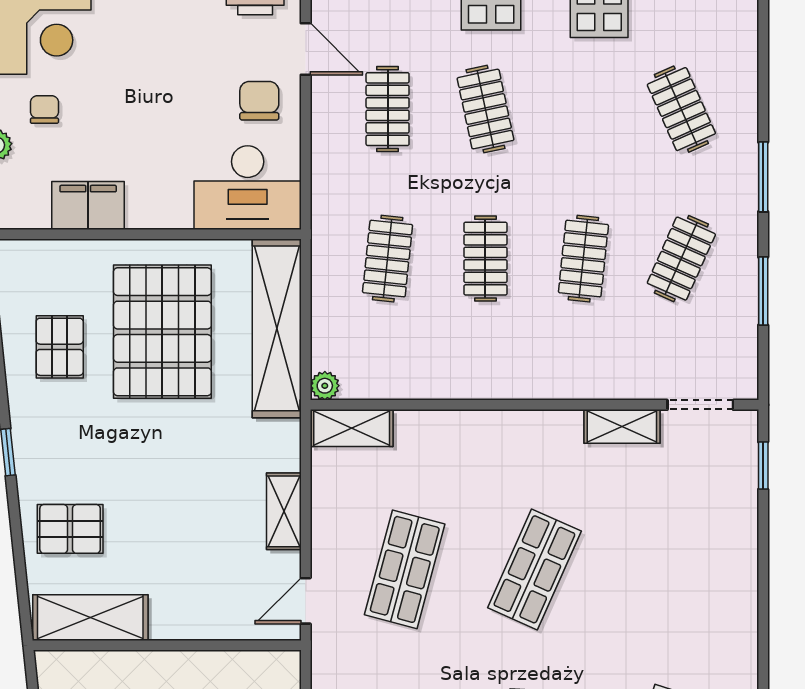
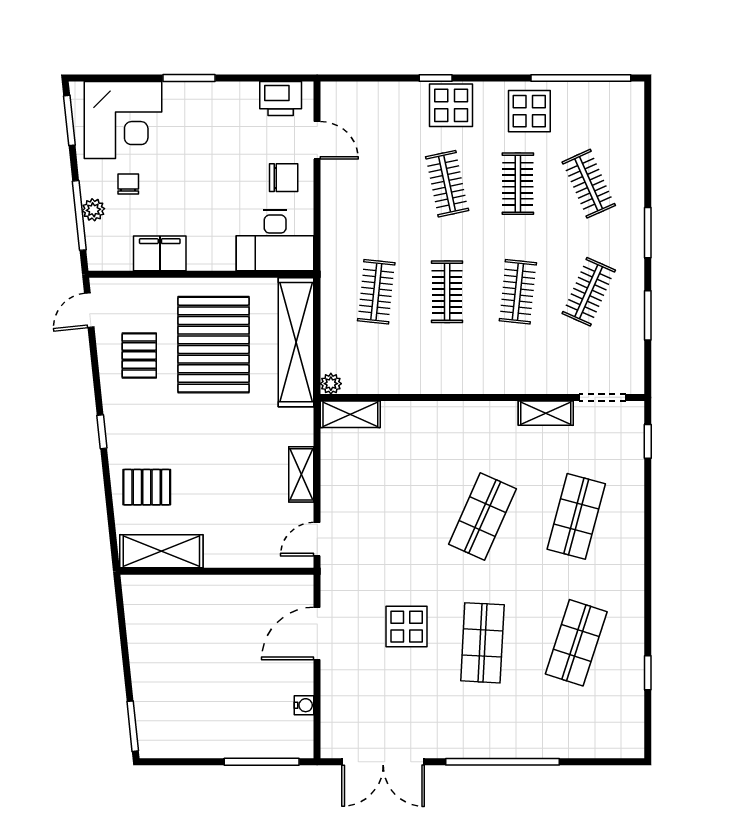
chair: (259, 101) -> (284, 178), turned 90
clothes rail: (388, 109) -> (518, 184), moved
shop shelf: (405, 569) -> (576, 516), moved

